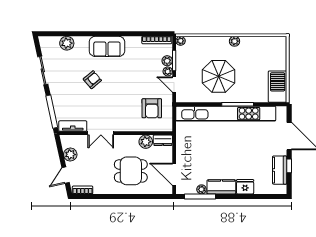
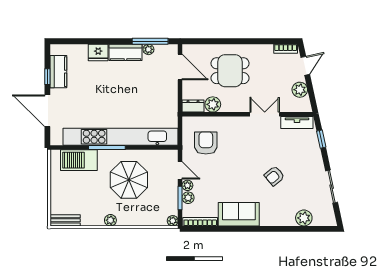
bench: (274, 41) -> (65, 220), added
sofa: (107, 46) -> (239, 214), moved
barbecue: (278, 87) -> (79, 160), moved, turned 90
window: (52, 112) -> (321, 139), width x0.46

